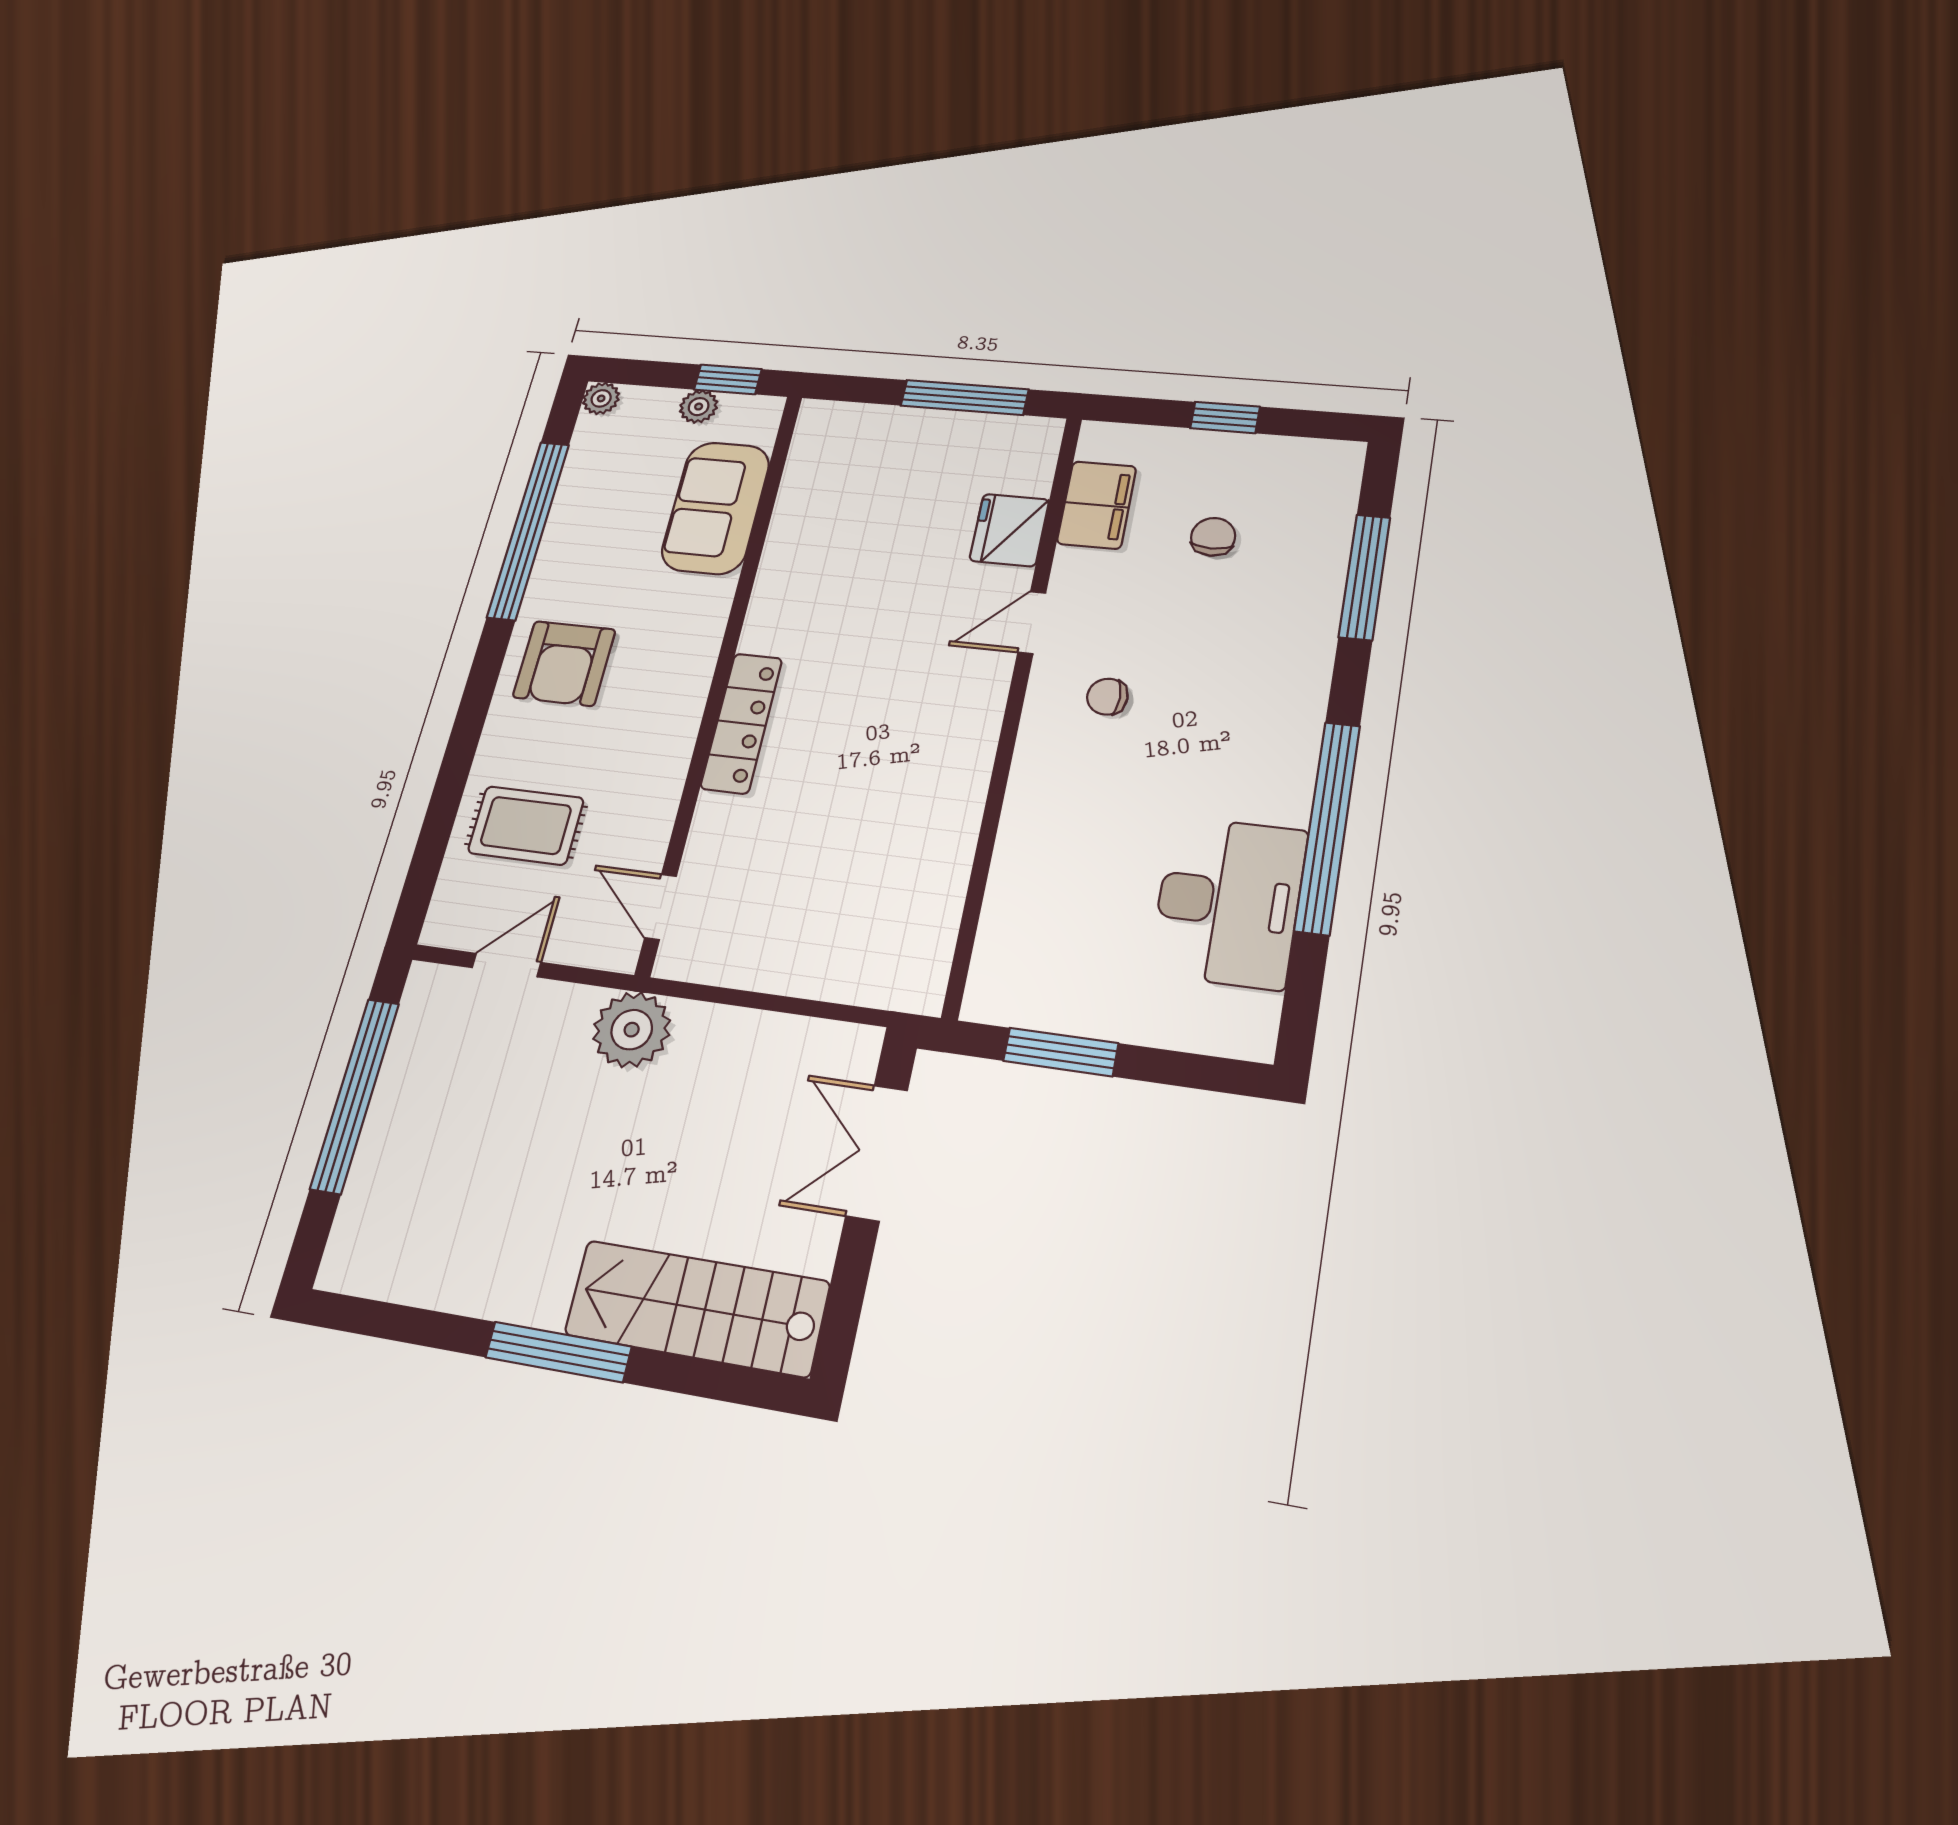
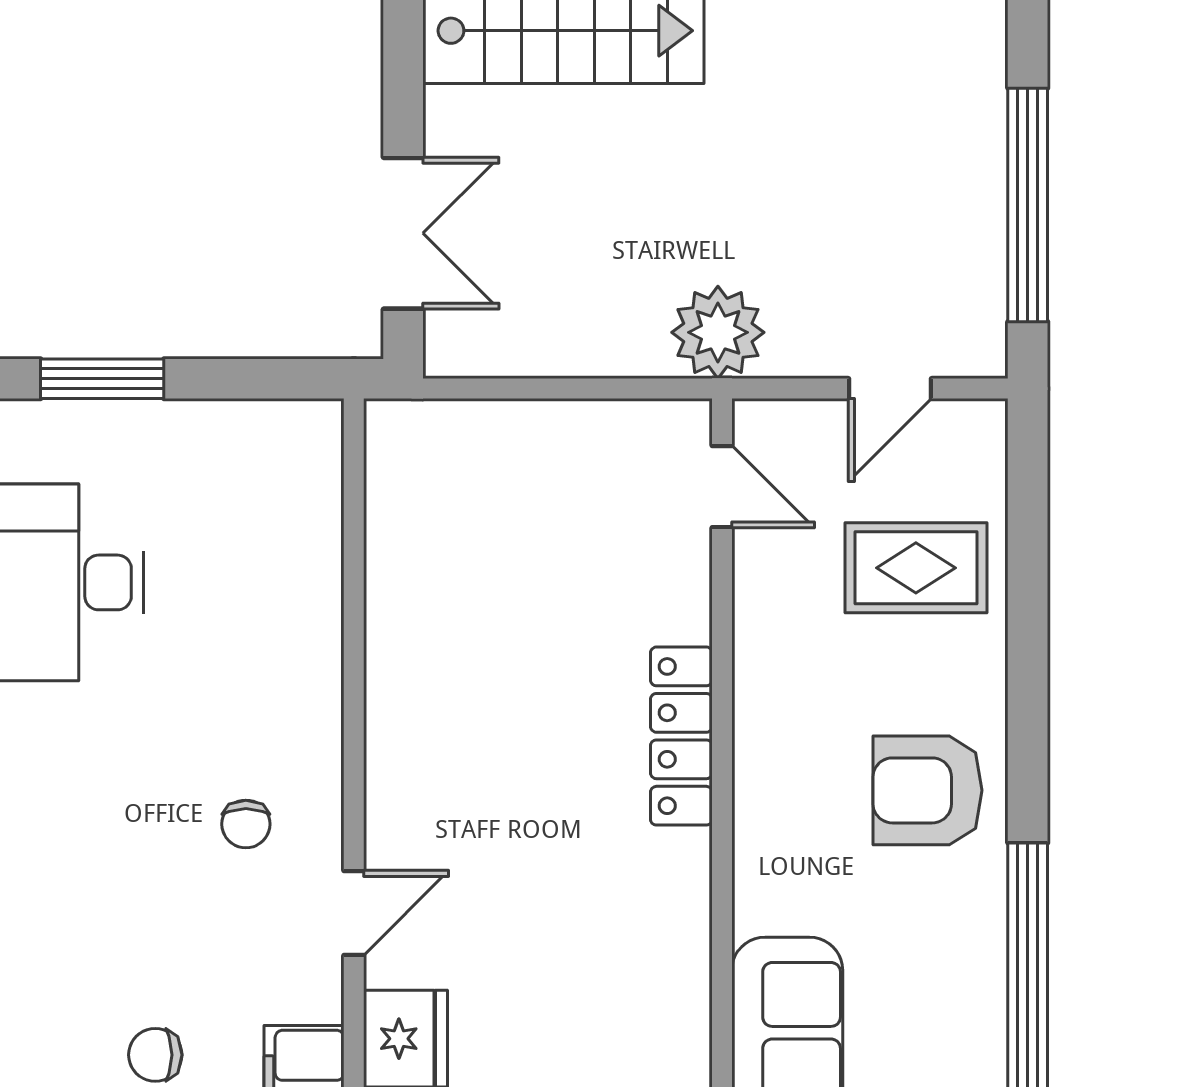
chair: (1213, 537) -> (155, 1055), turned 90
armchair: (564, 663) -> (927, 790), turned -90
chair: (1107, 697) -> (246, 824), turned 90
window: (1061, 1052) -> (102, 379), moved

